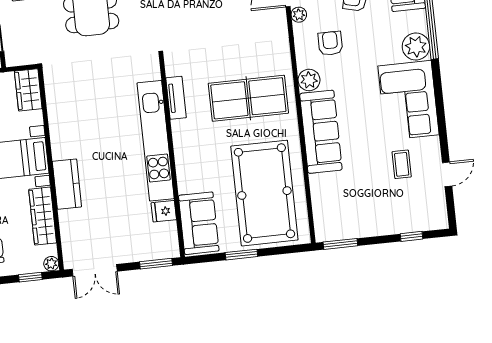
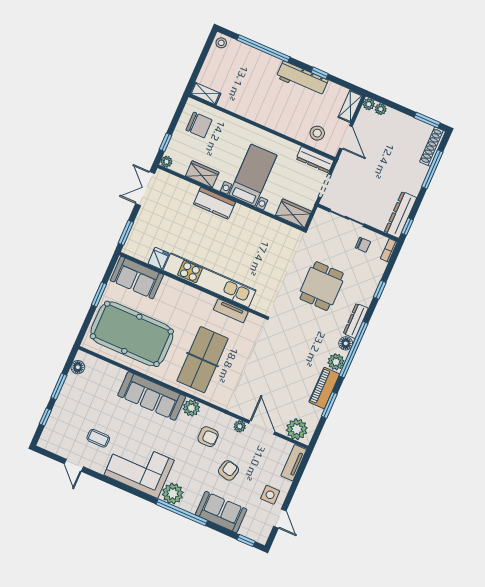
wardrobe: (43, 216) -> (202, 174), width x0.67
floor lamp: (336, 232) -> (78, 367), added
window: (340, 244) -> (59, 386), moved

